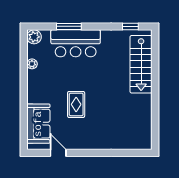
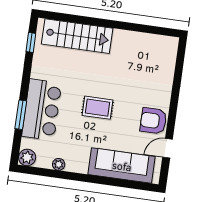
rug: (76, 104) -> (98, 108), moved
sofa: (38, 124) -> (122, 166), width x1.36
armchair: (79, 138) -> (153, 121), added

